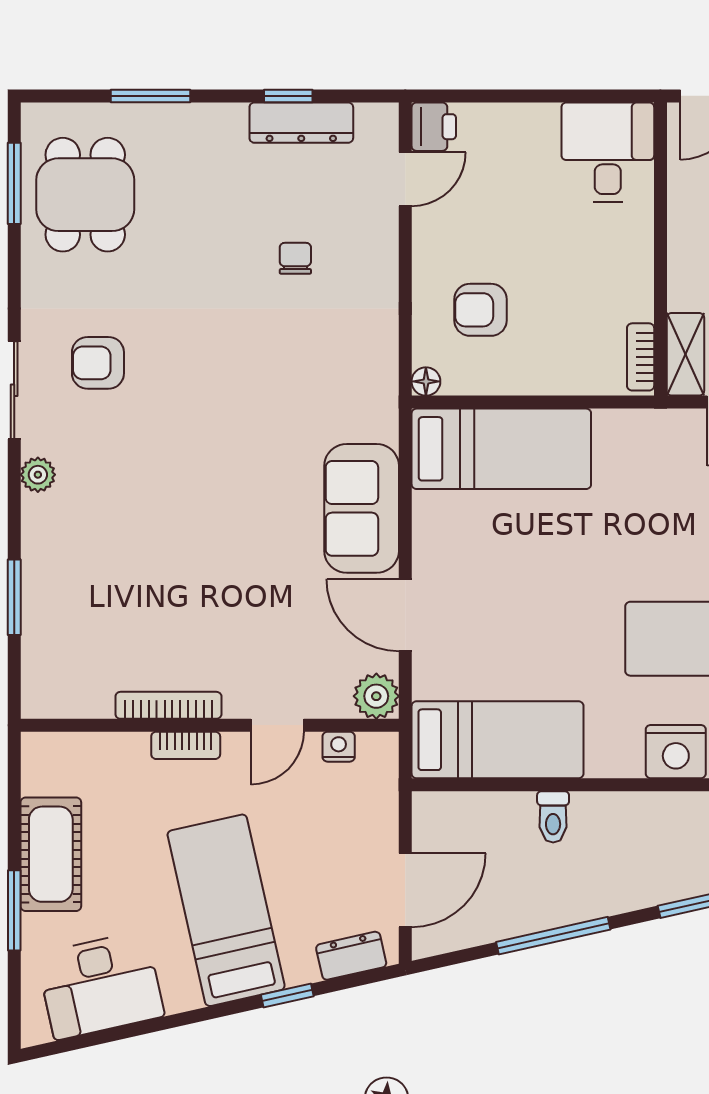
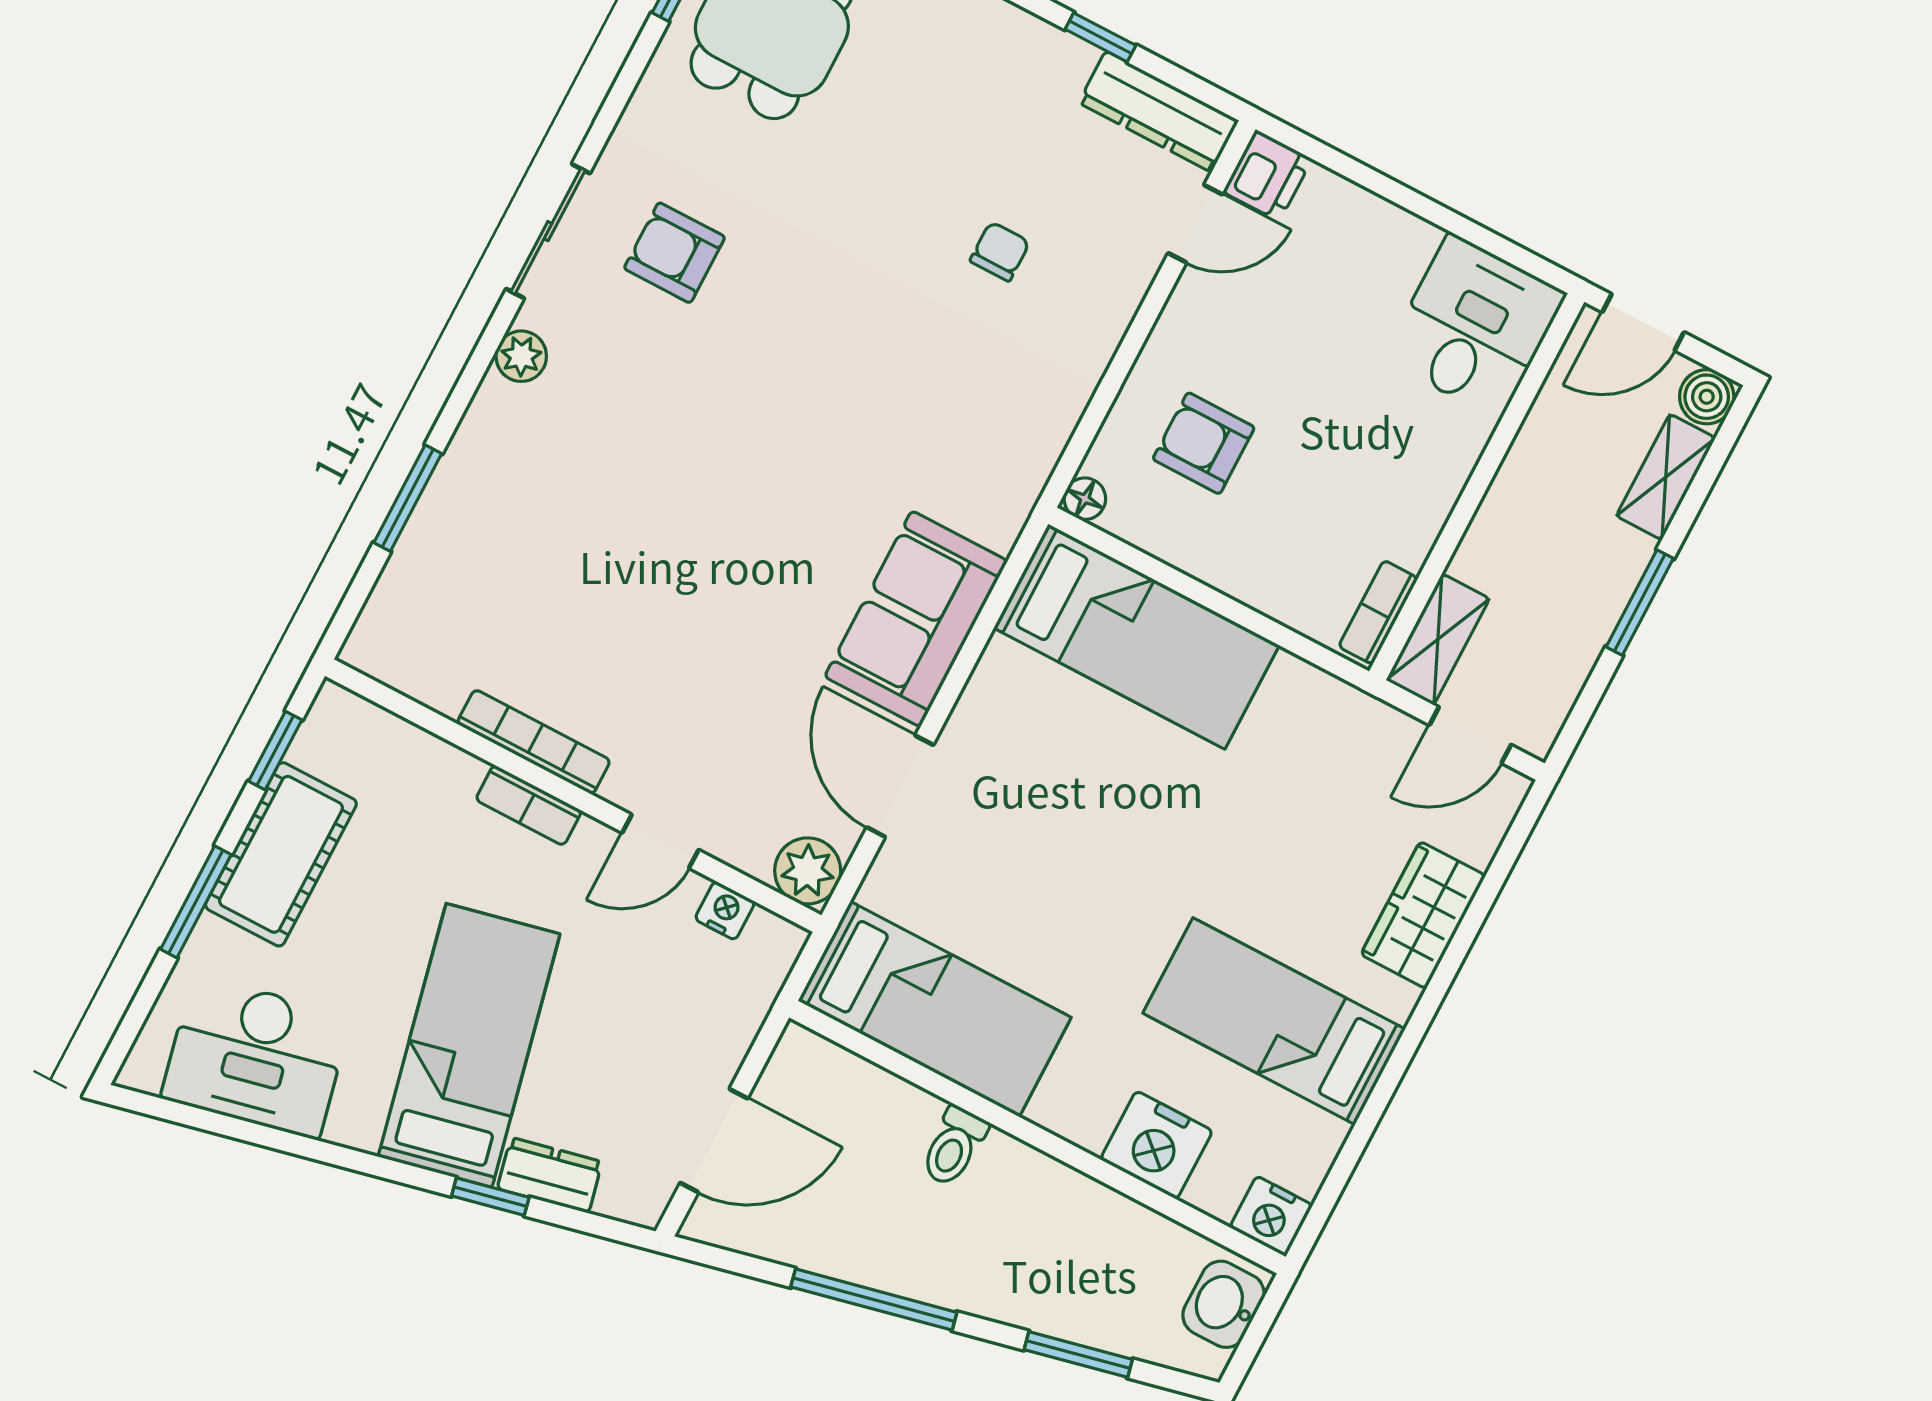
dresser: (301, 123) -> (1159, 112), moved
window: (14, 793) -> (275, 751), added
dresser: (351, 956) -> (550, 1175), moved

